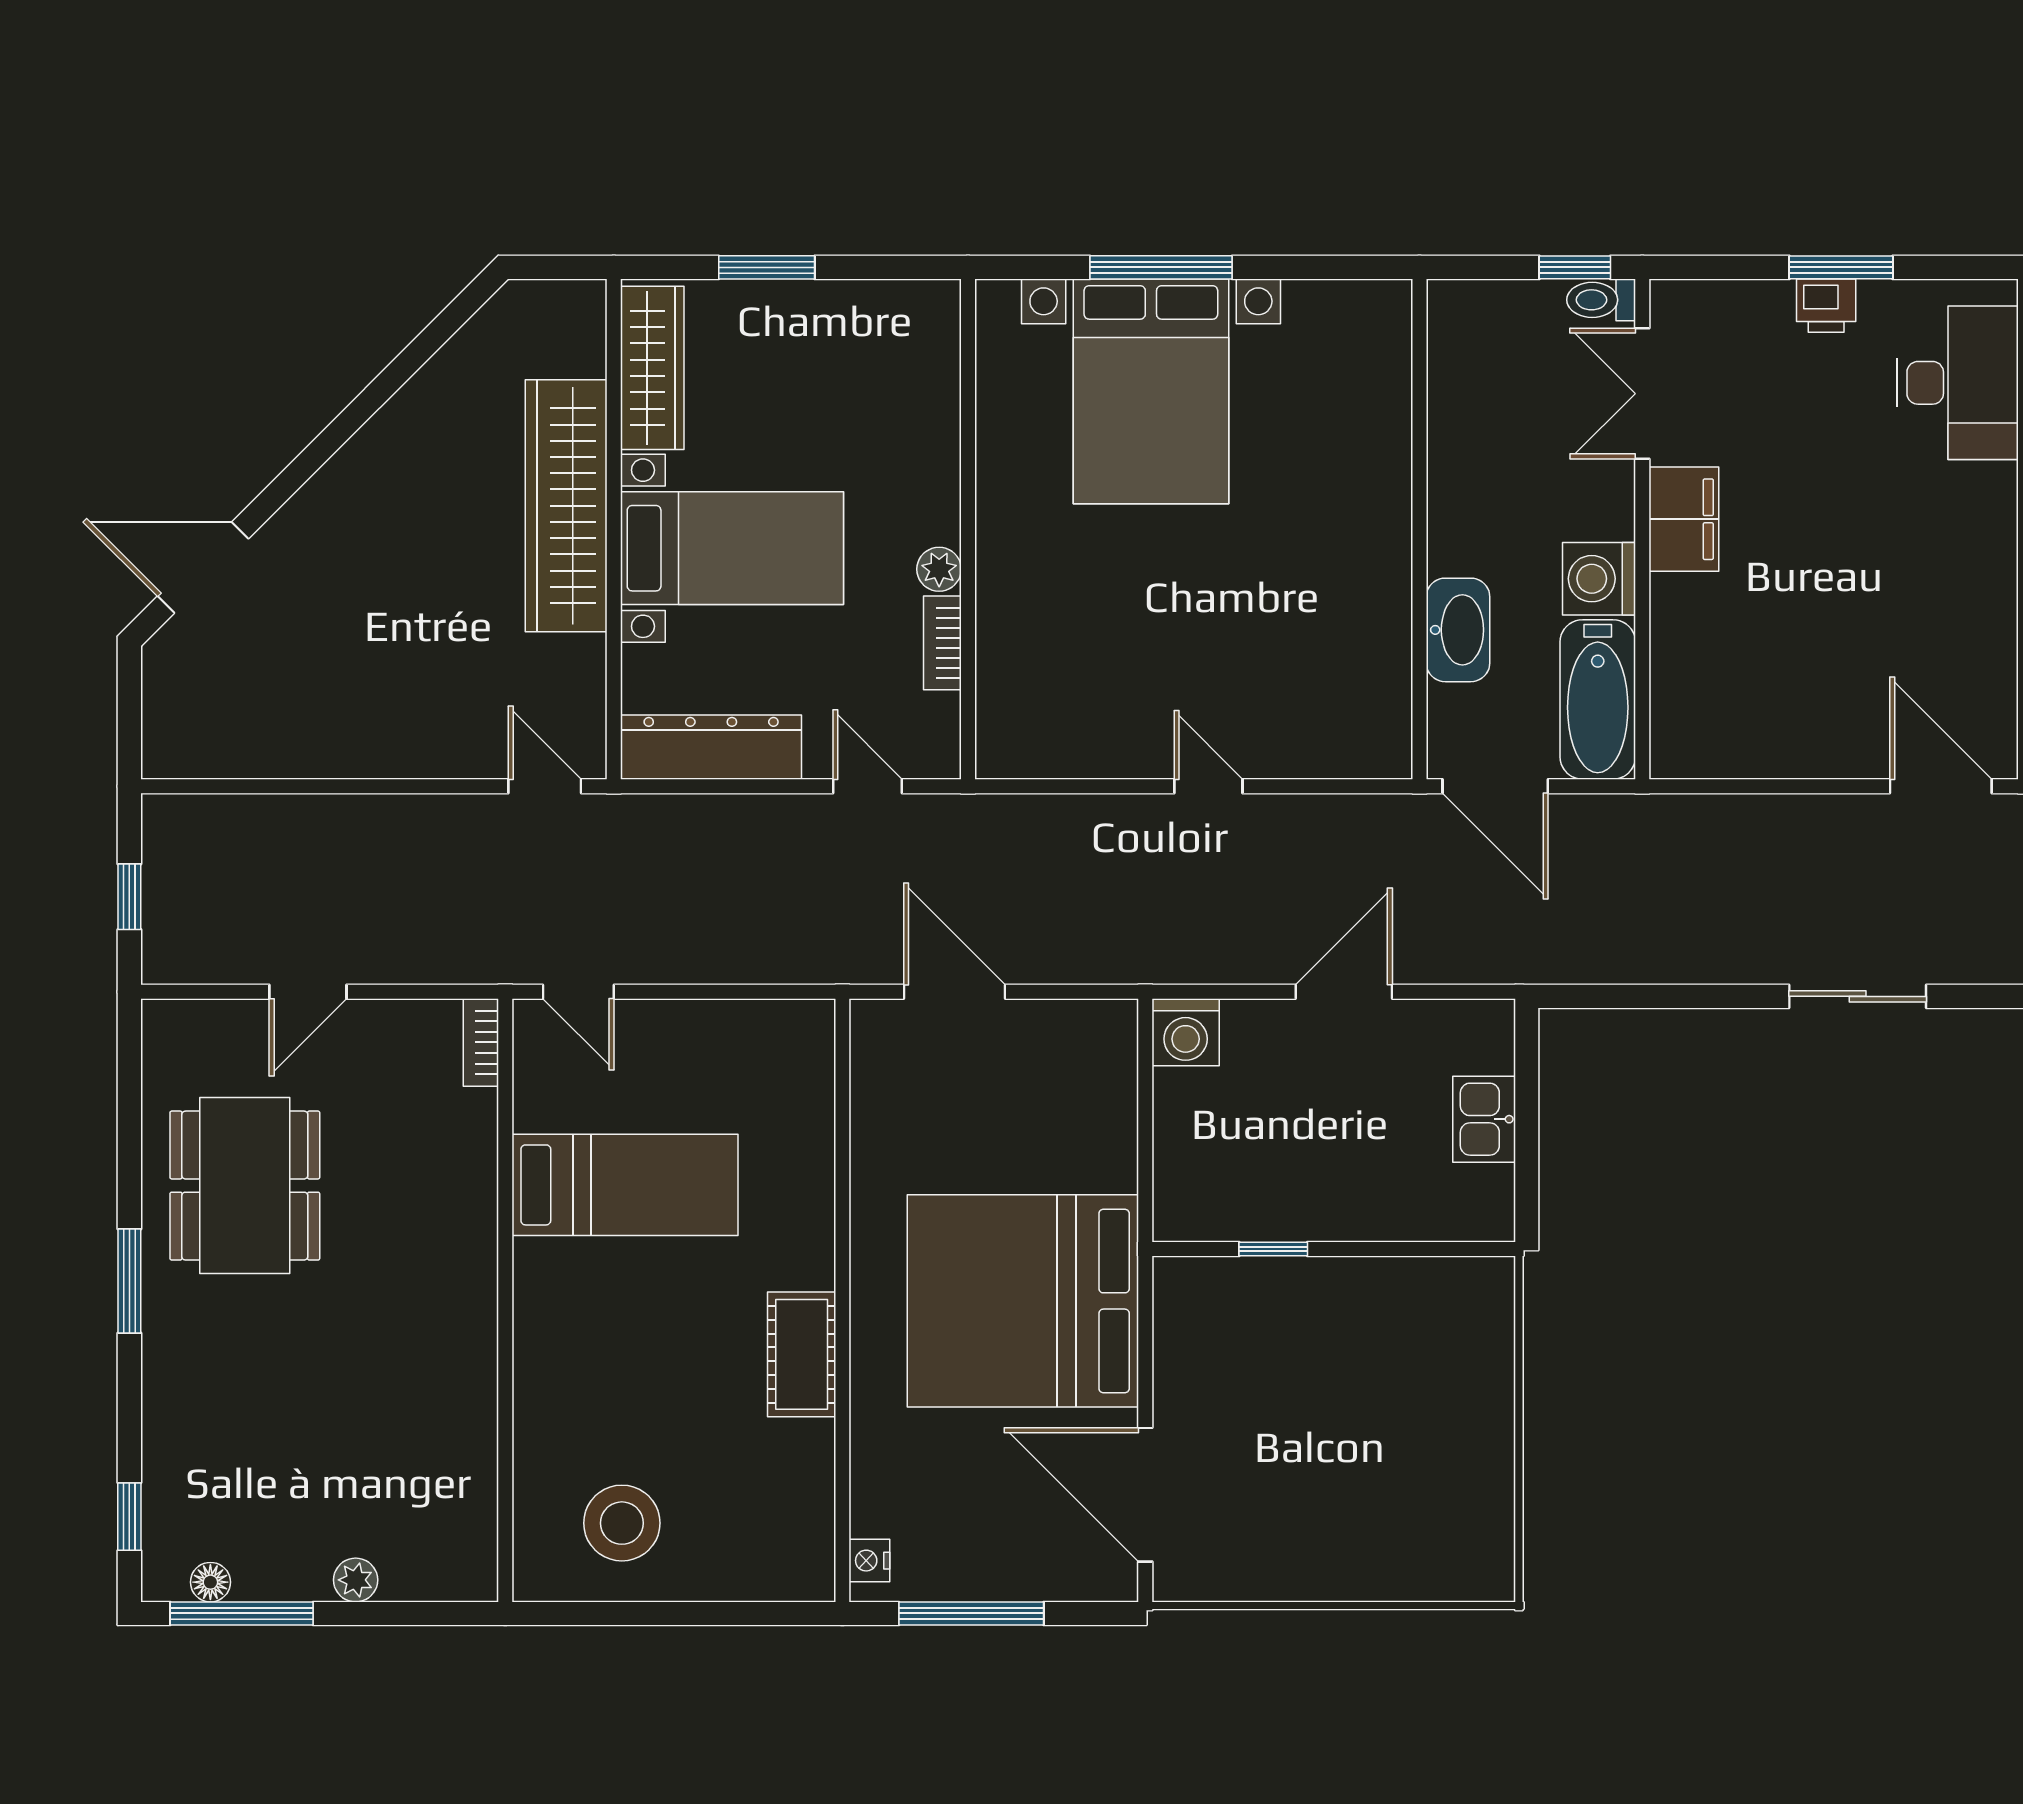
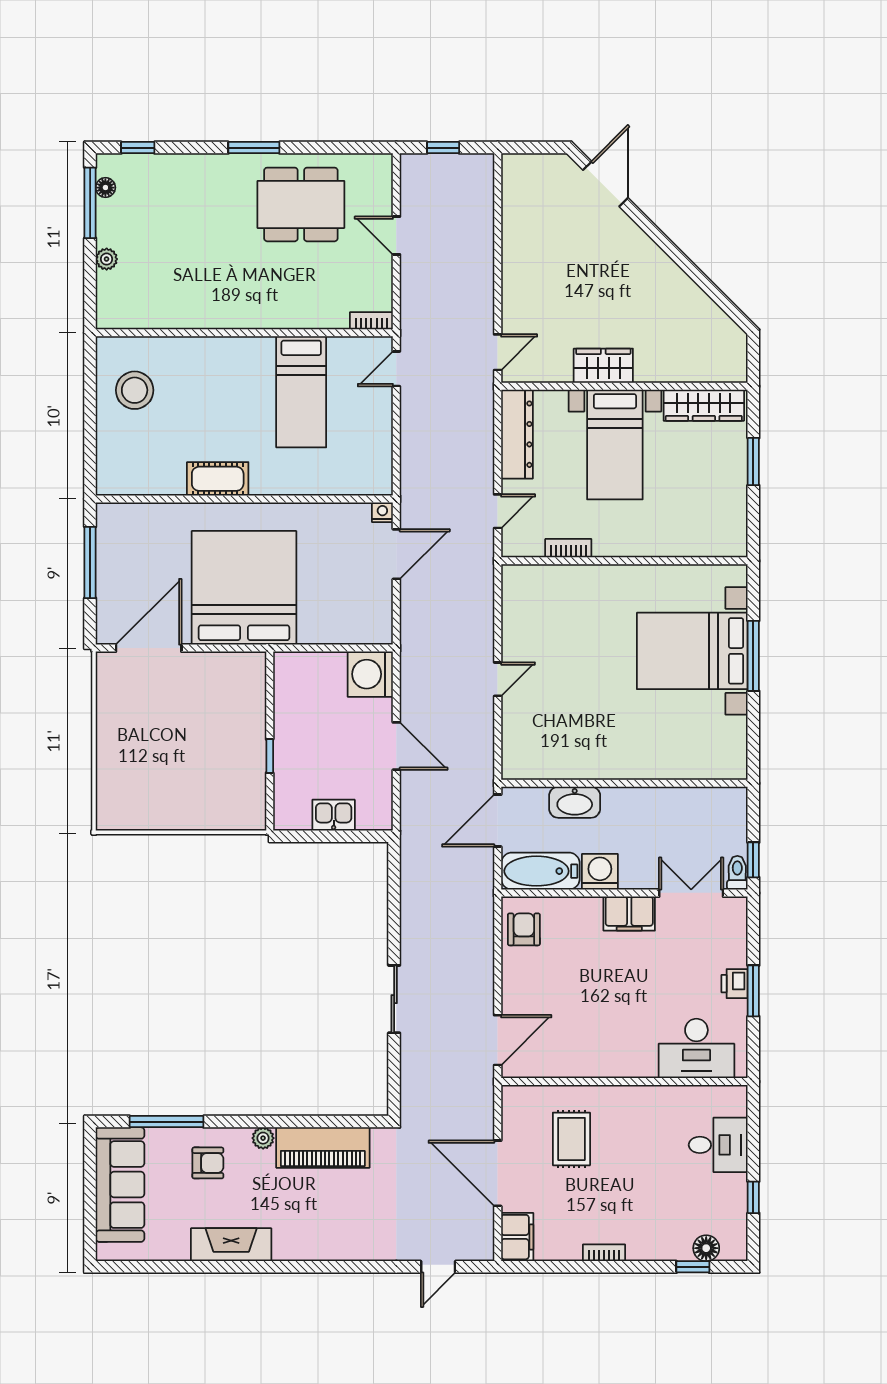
wardrobe: (566, 506) -> (603, 366), width x0.48, depth x0.85
plant: (939, 569) -> (605, 547), removed
armchair: (1716, 733) -> (524, 929), added
washing machine: (1186, 1032) -> (370, 674), width x1.37, depth x1.37
window: (1273, 1249) -> (270, 756), moved
nightstand: (869, 1561) -> (382, 512), moved

